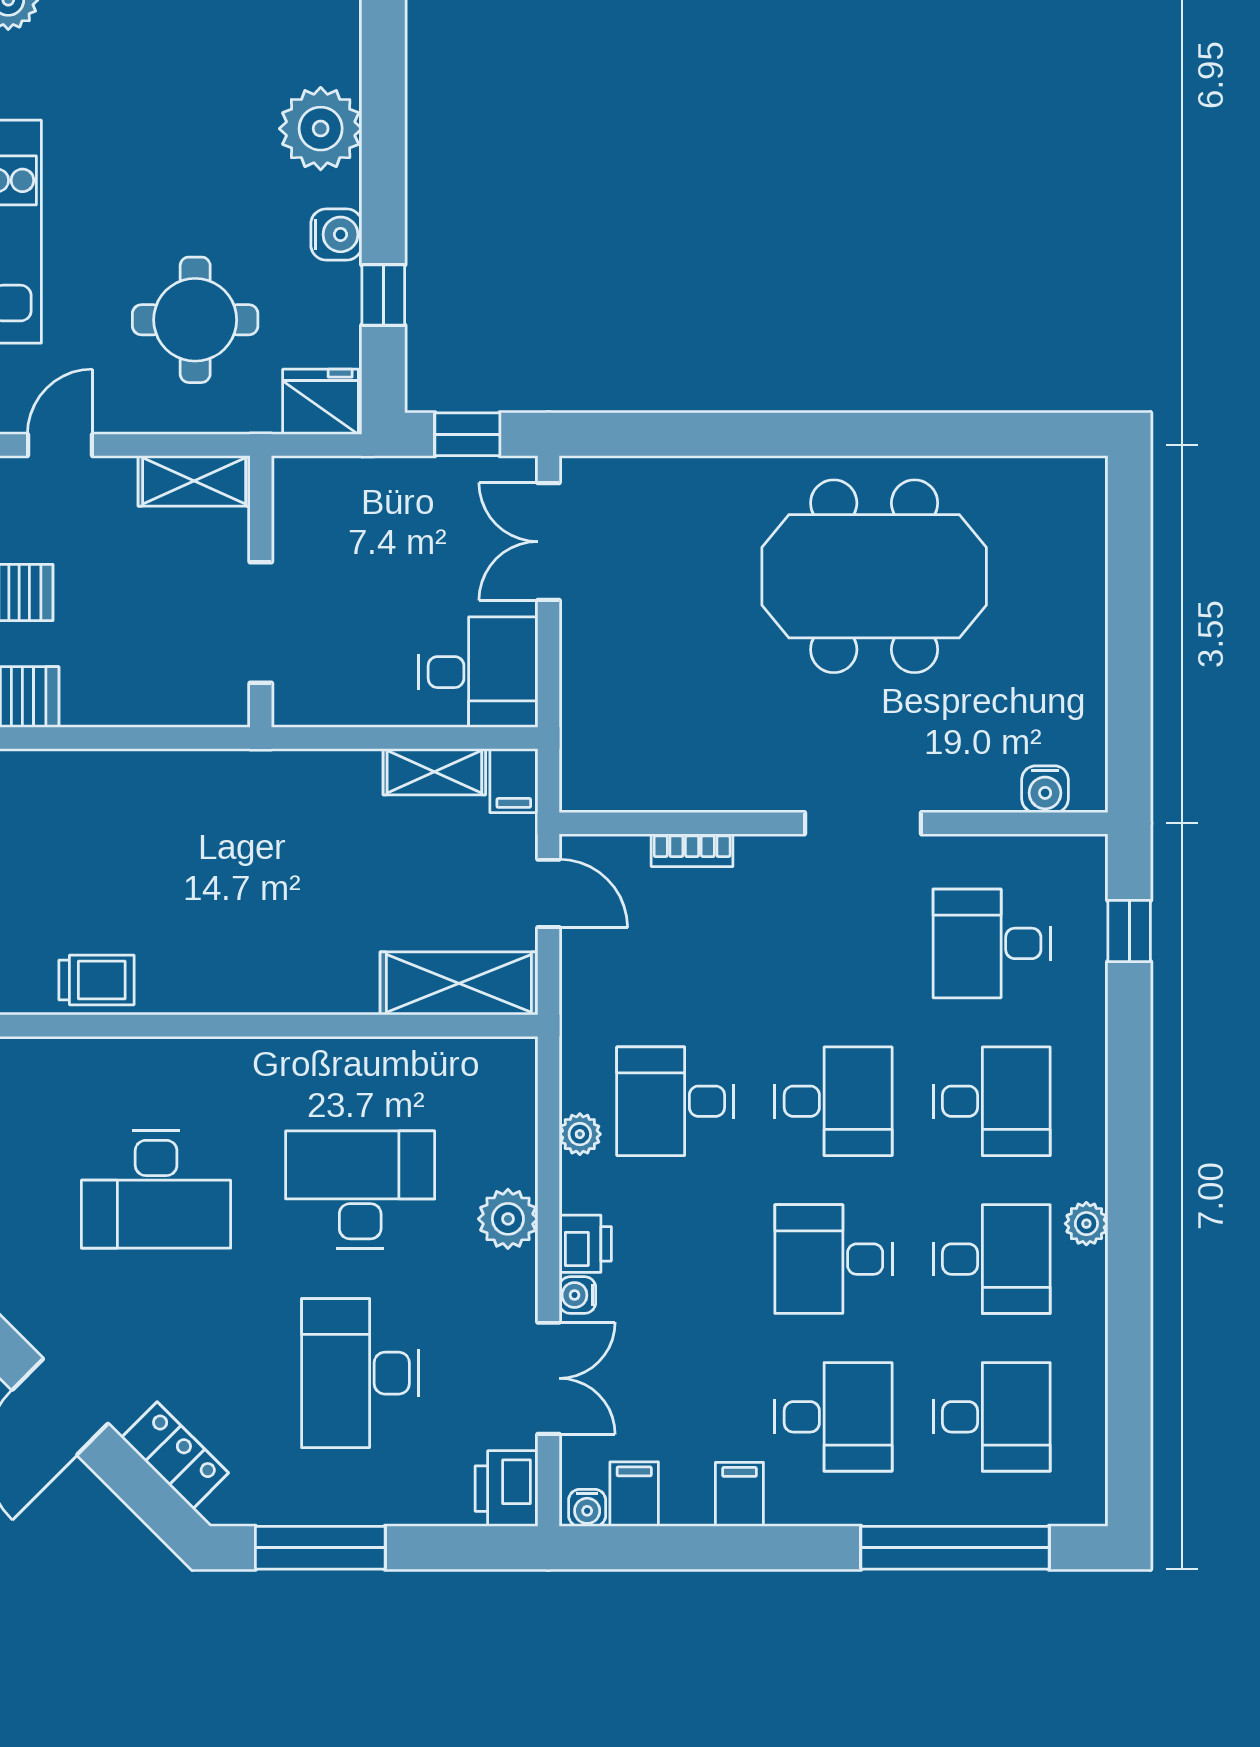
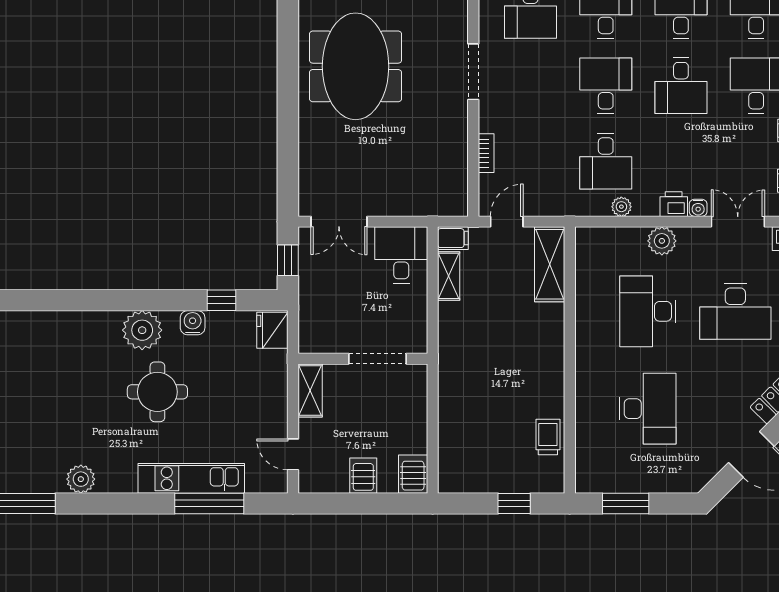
round table: (195, 320) -> (157, 392), moved

